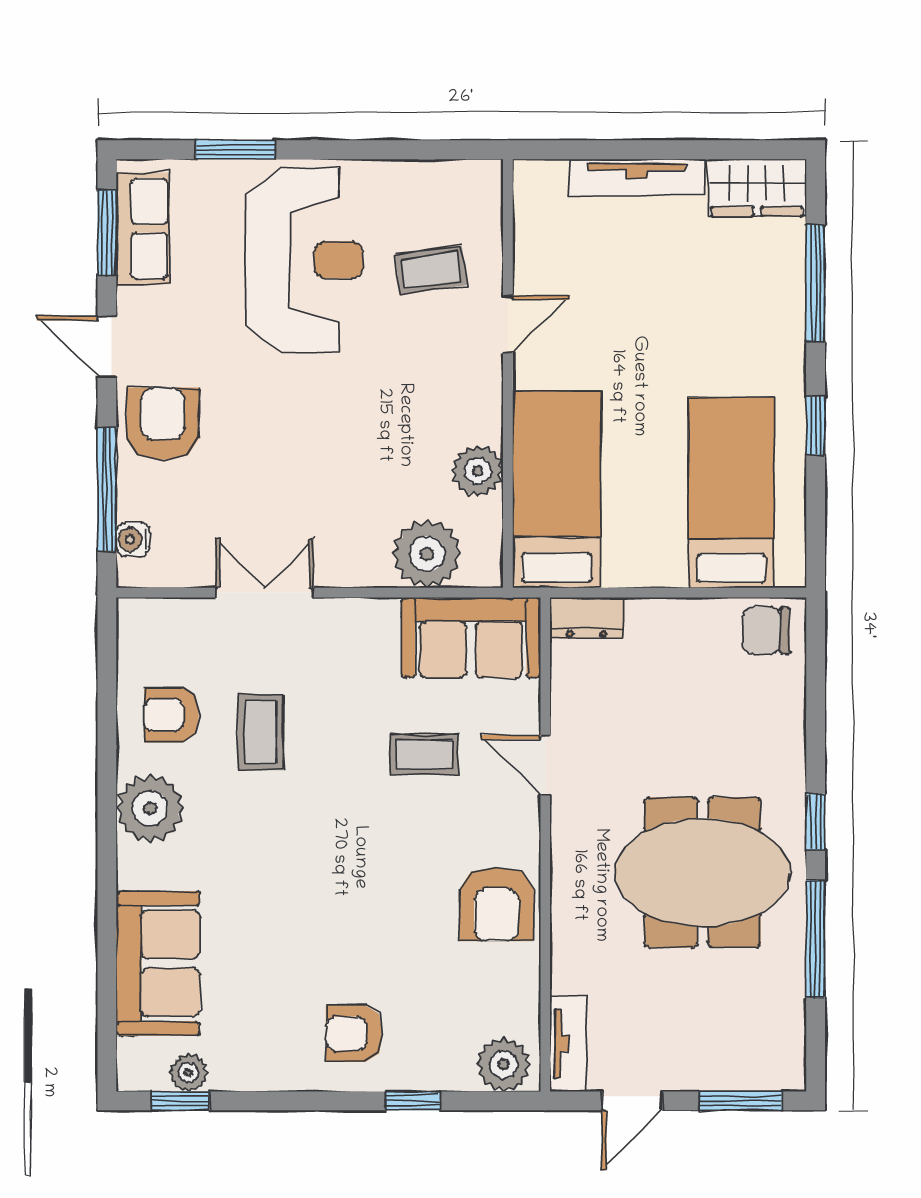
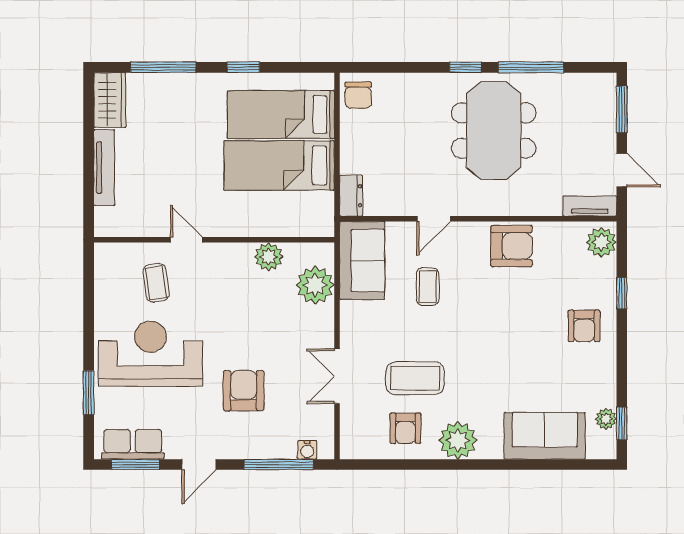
armchair: (163, 424) -> (244, 391), moved, turned 90
bed: (557, 490) -> (279, 165), moved
coffee table: (261, 732) -> (415, 378), width x1.36, depth x1.30

